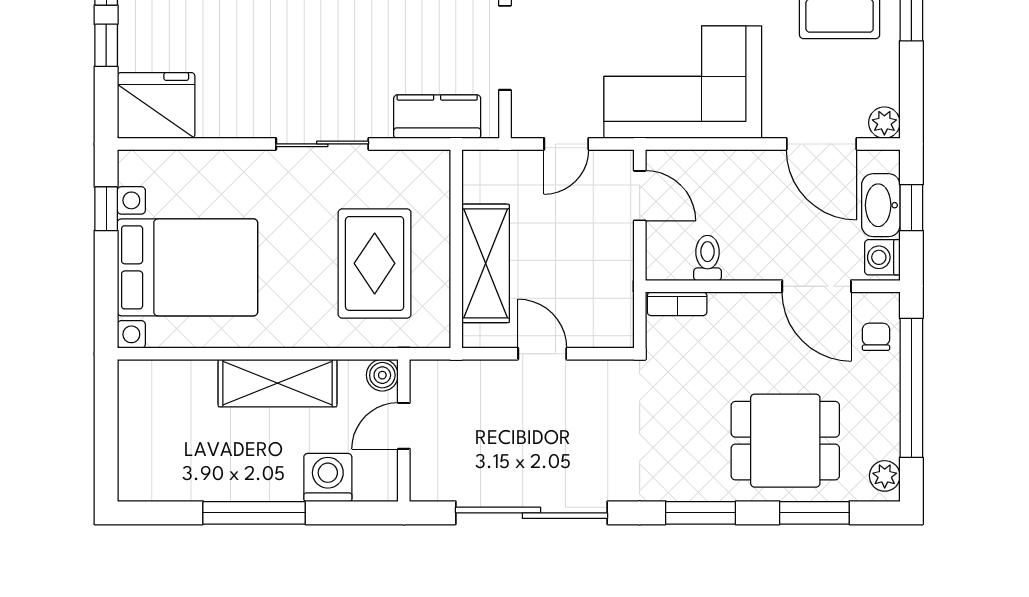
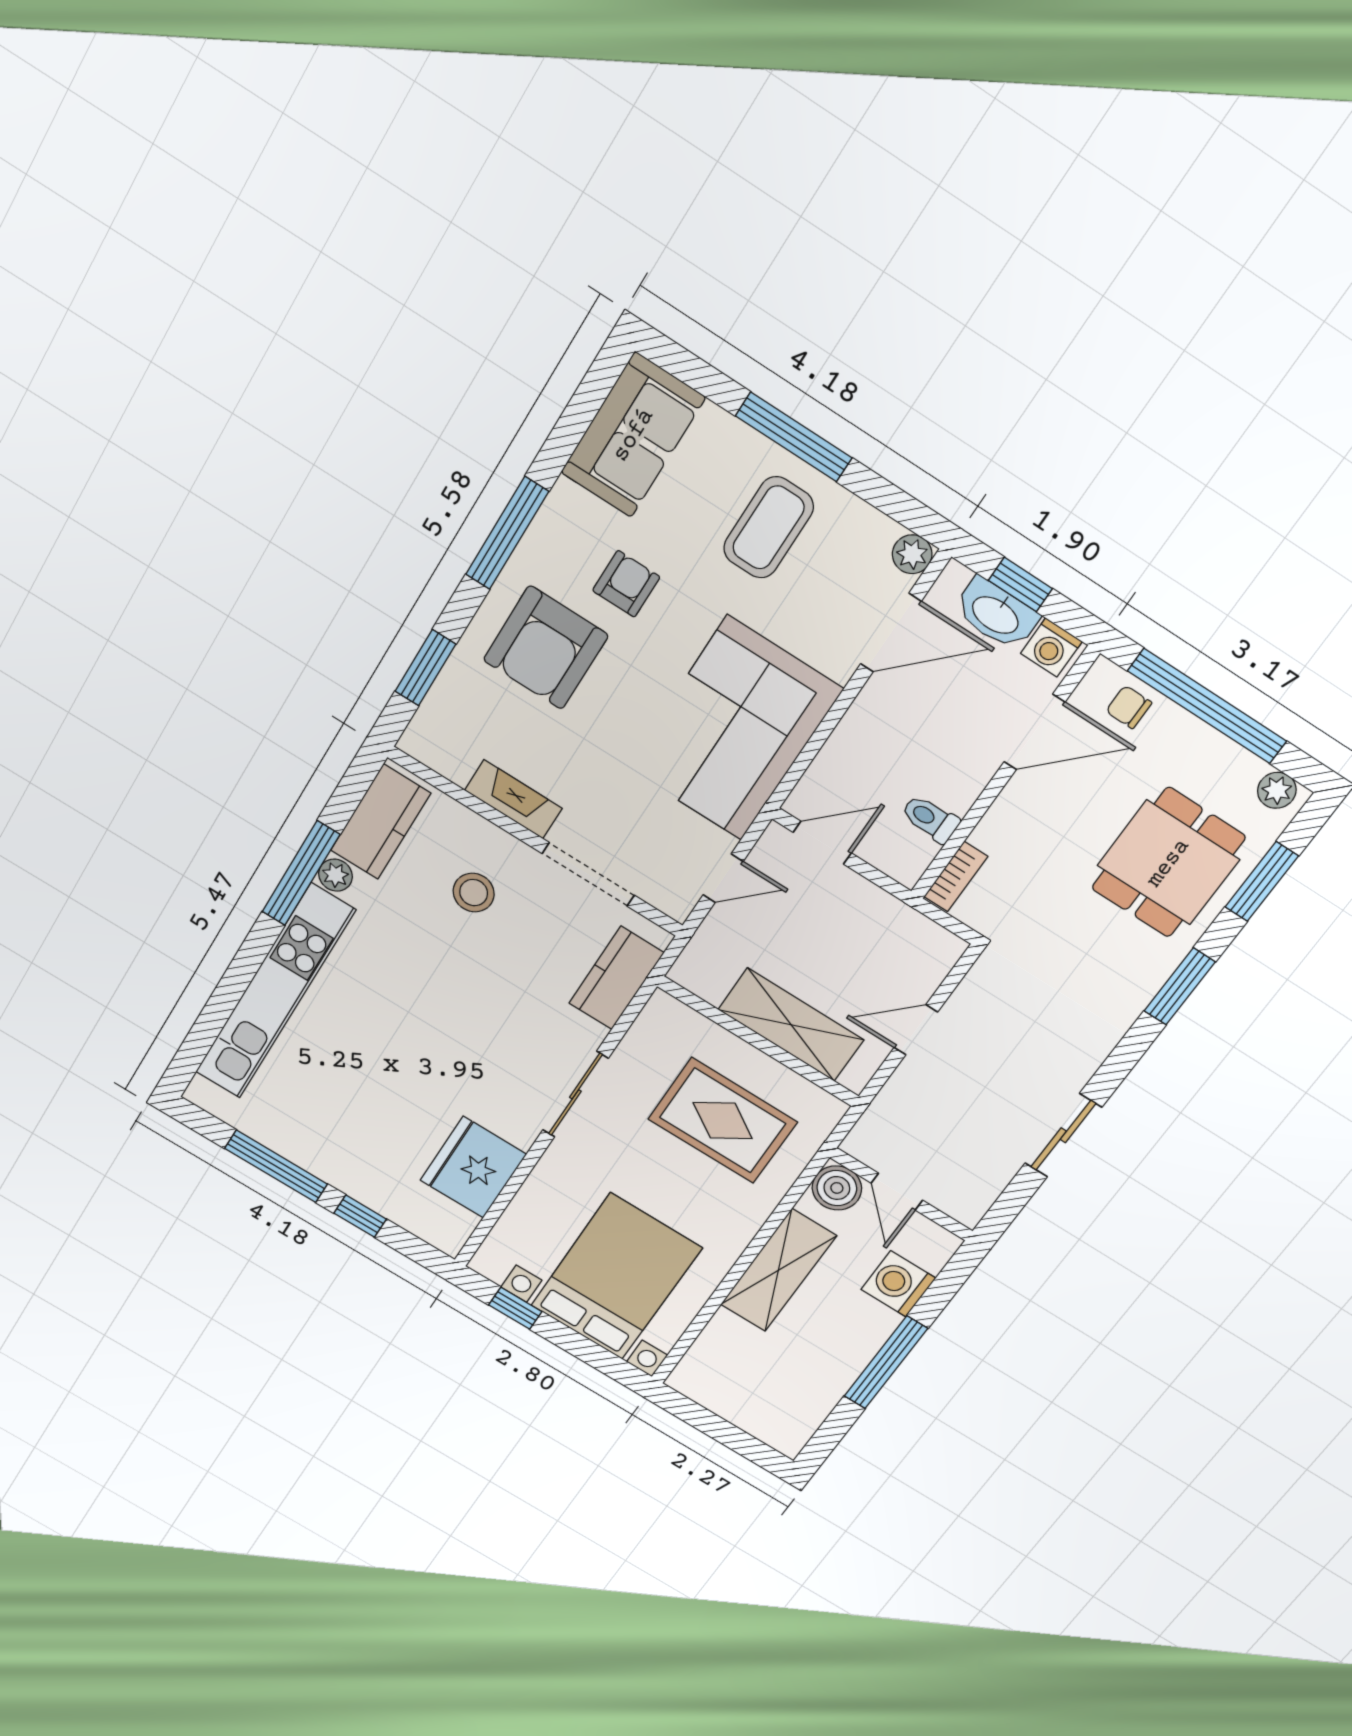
fridge: (156, 105) -> (473, 1167), moved
door: (566, 144) -> (723, 878), hinge flipped
boiler: (382, 375) -> (837, 1188), width x1.36, depth x1.36
sliding door: (531, 513) -> (1063, 1135), width x0.54

